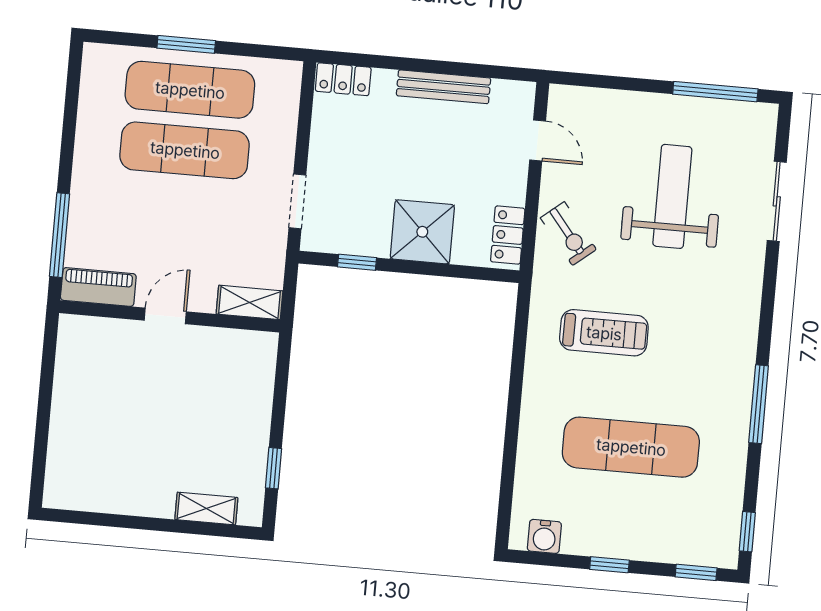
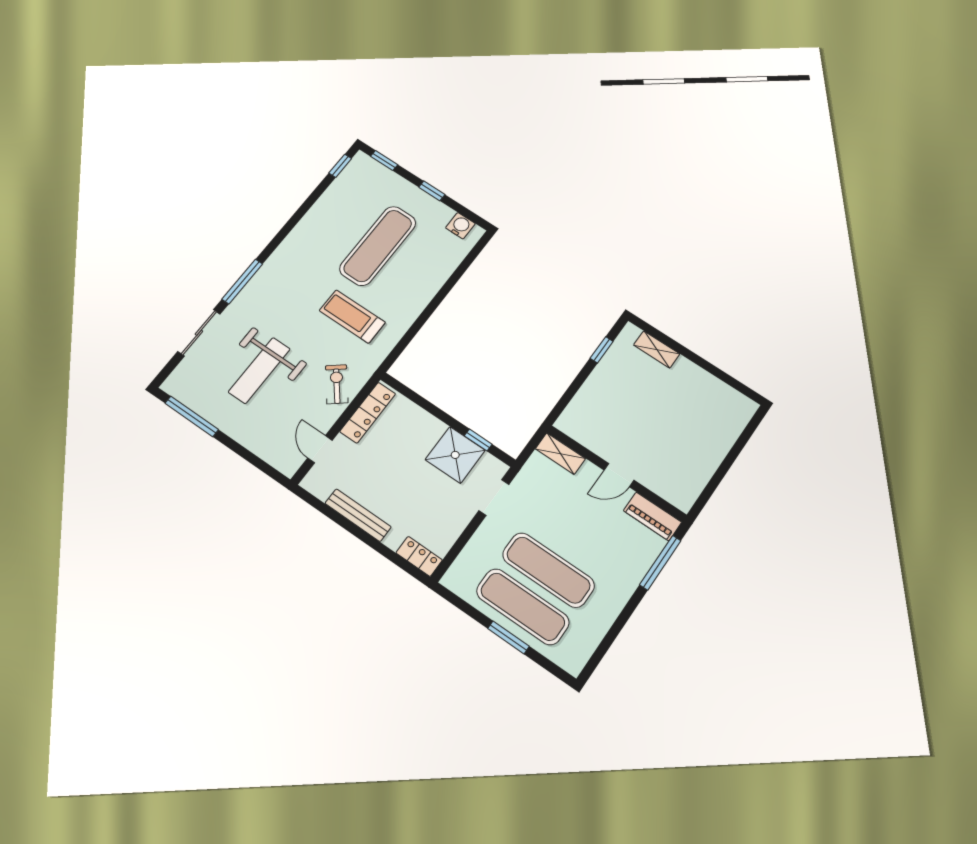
shower: (422, 232) -> (455, 455), moved
locker: (508, 235) -> (368, 413), width x1.53
window: (759, 404) -> (242, 281), moved
exercise mat: (631, 447) -> (378, 246), turned 90

